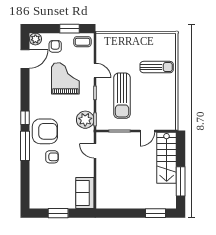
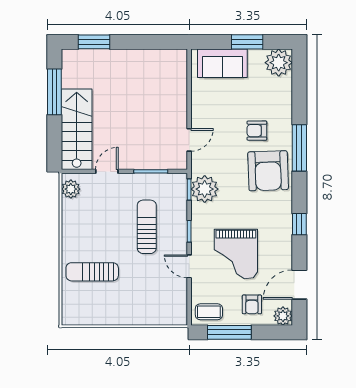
window: (69, 29) -> (229, 332), width x1.44
sun lounger: (122, 96) -> (147, 227), width x0.73, depth x0.75
window: (25, 118) -> (299, 224), moved
plant: (170, 120) -> (71, 189), added
armchair: (45, 131) -> (268, 171), turned -92
door: (95, 151) -> (189, 140), hinge flipped
sofa: (85, 193) -> (222, 63), moved, turned 90
plant: (38, 200) -> (279, 63), added

